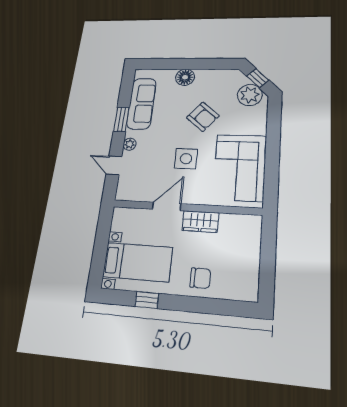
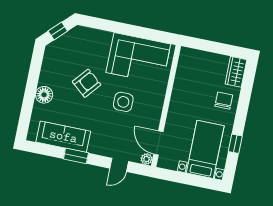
plant: (250, 95) -> (73, 40), removed
plant: (130, 144) -> (146, 159), moved
door: (167, 206) -> (158, 143), moved
wardrobe: (200, 222) -> (236, 72), moved, turned 180

